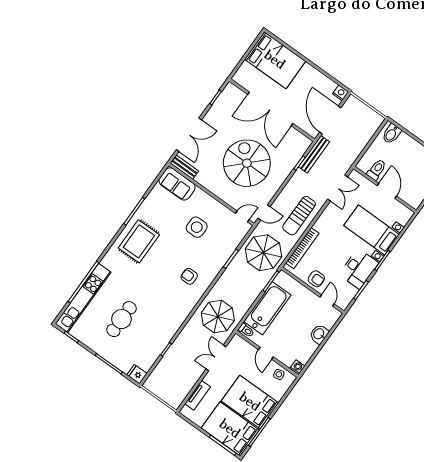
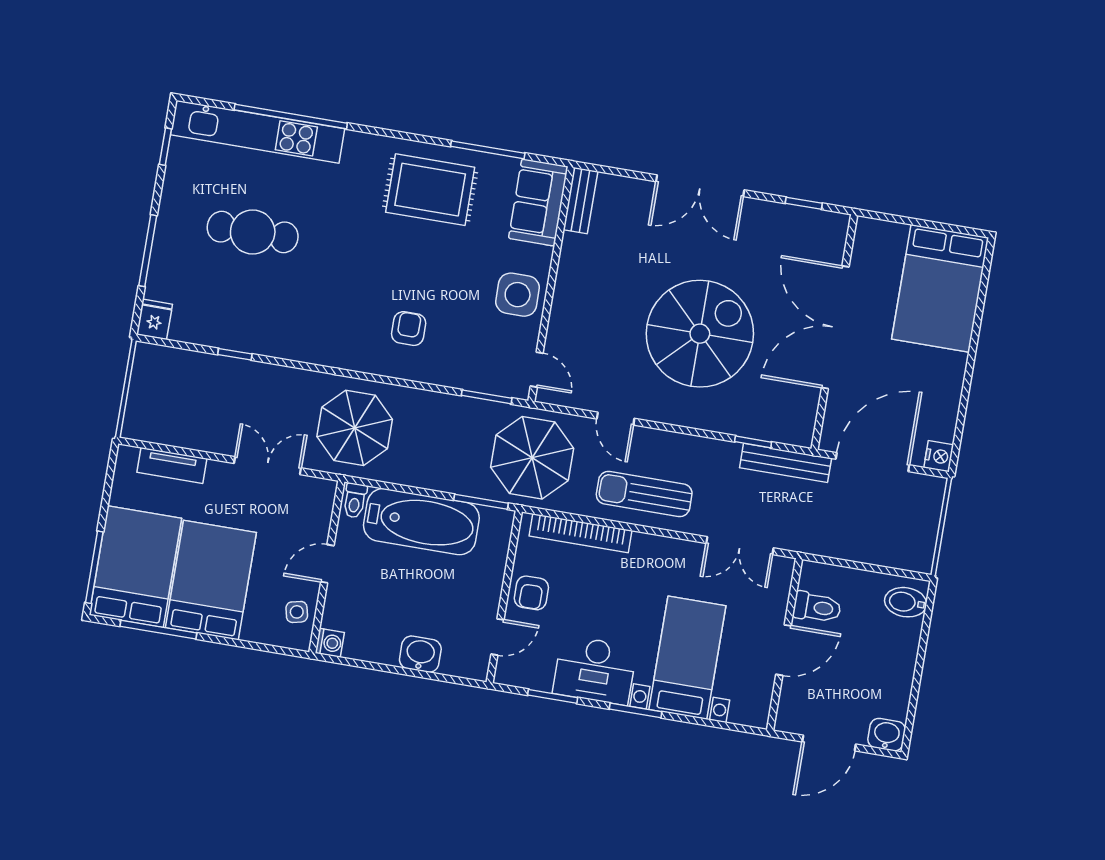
bench: (184, 167) -> (581, 201), moved
sofa: (177, 184) -> (538, 202), moved
wall: (212, 194) -> (551, 284), moved
door: (242, 216) -> (537, 370), moved

